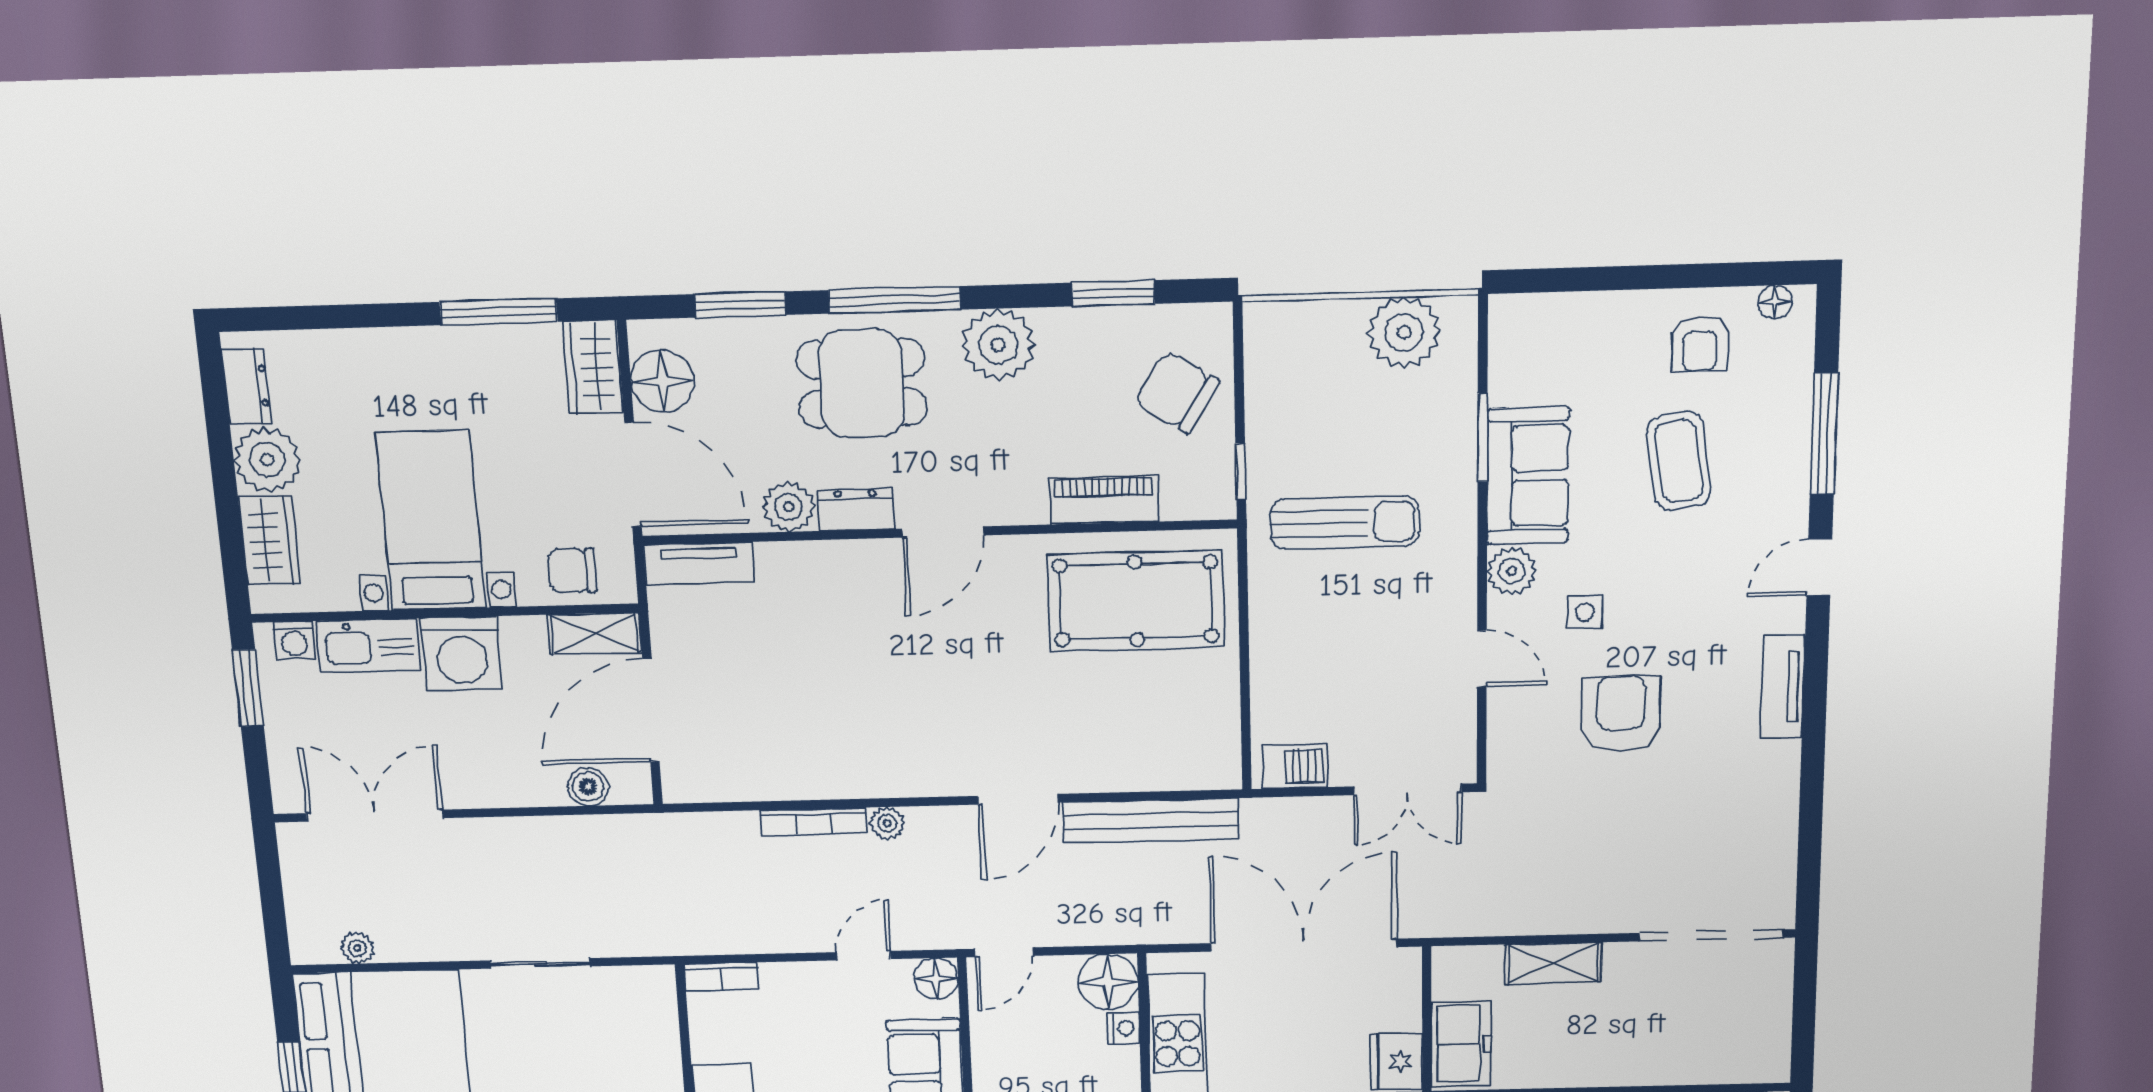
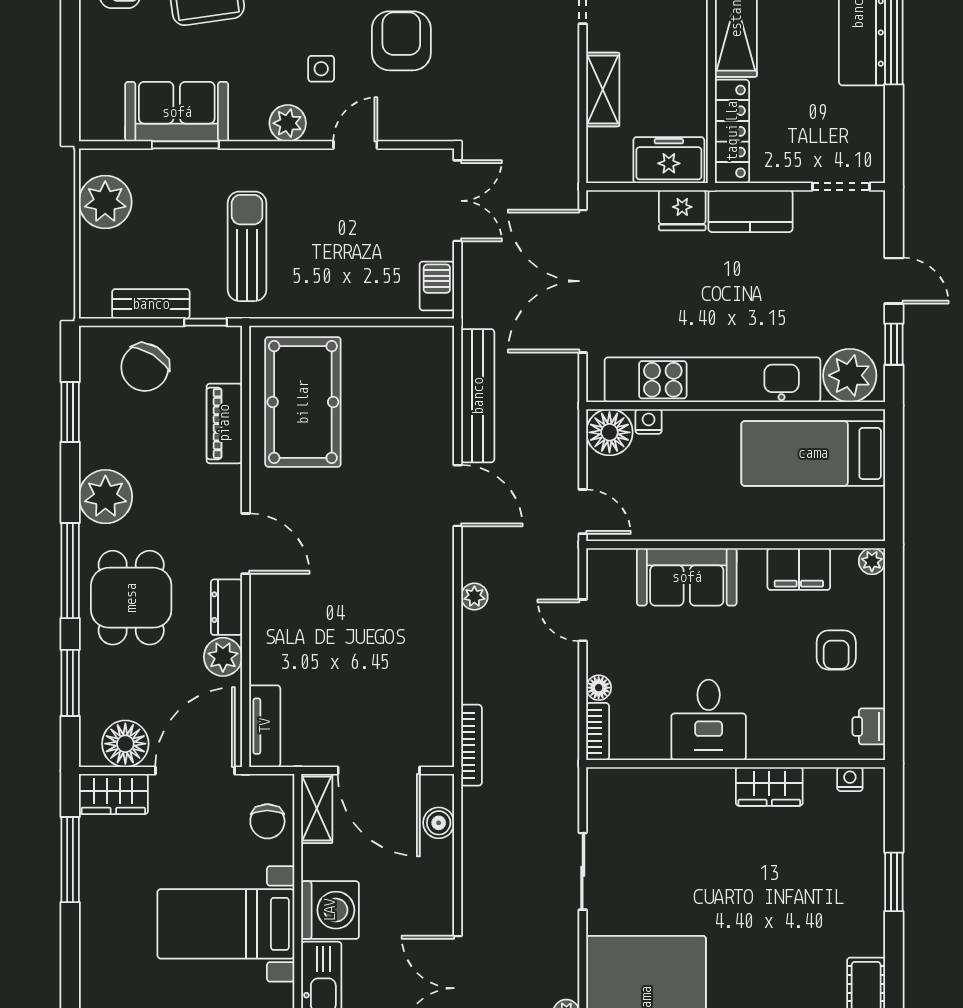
bench: (1264, 398) -> (151, 304), added
sofa: (1528, 476) -> (177, 112), moved
armchair: (1621, 713) -> (401, 41), turned 90
bookcase: (813, 822) -> (471, 745), moved
floor lamp: (936, 979) -> (599, 688), moved, width x0.73, depth x0.73

